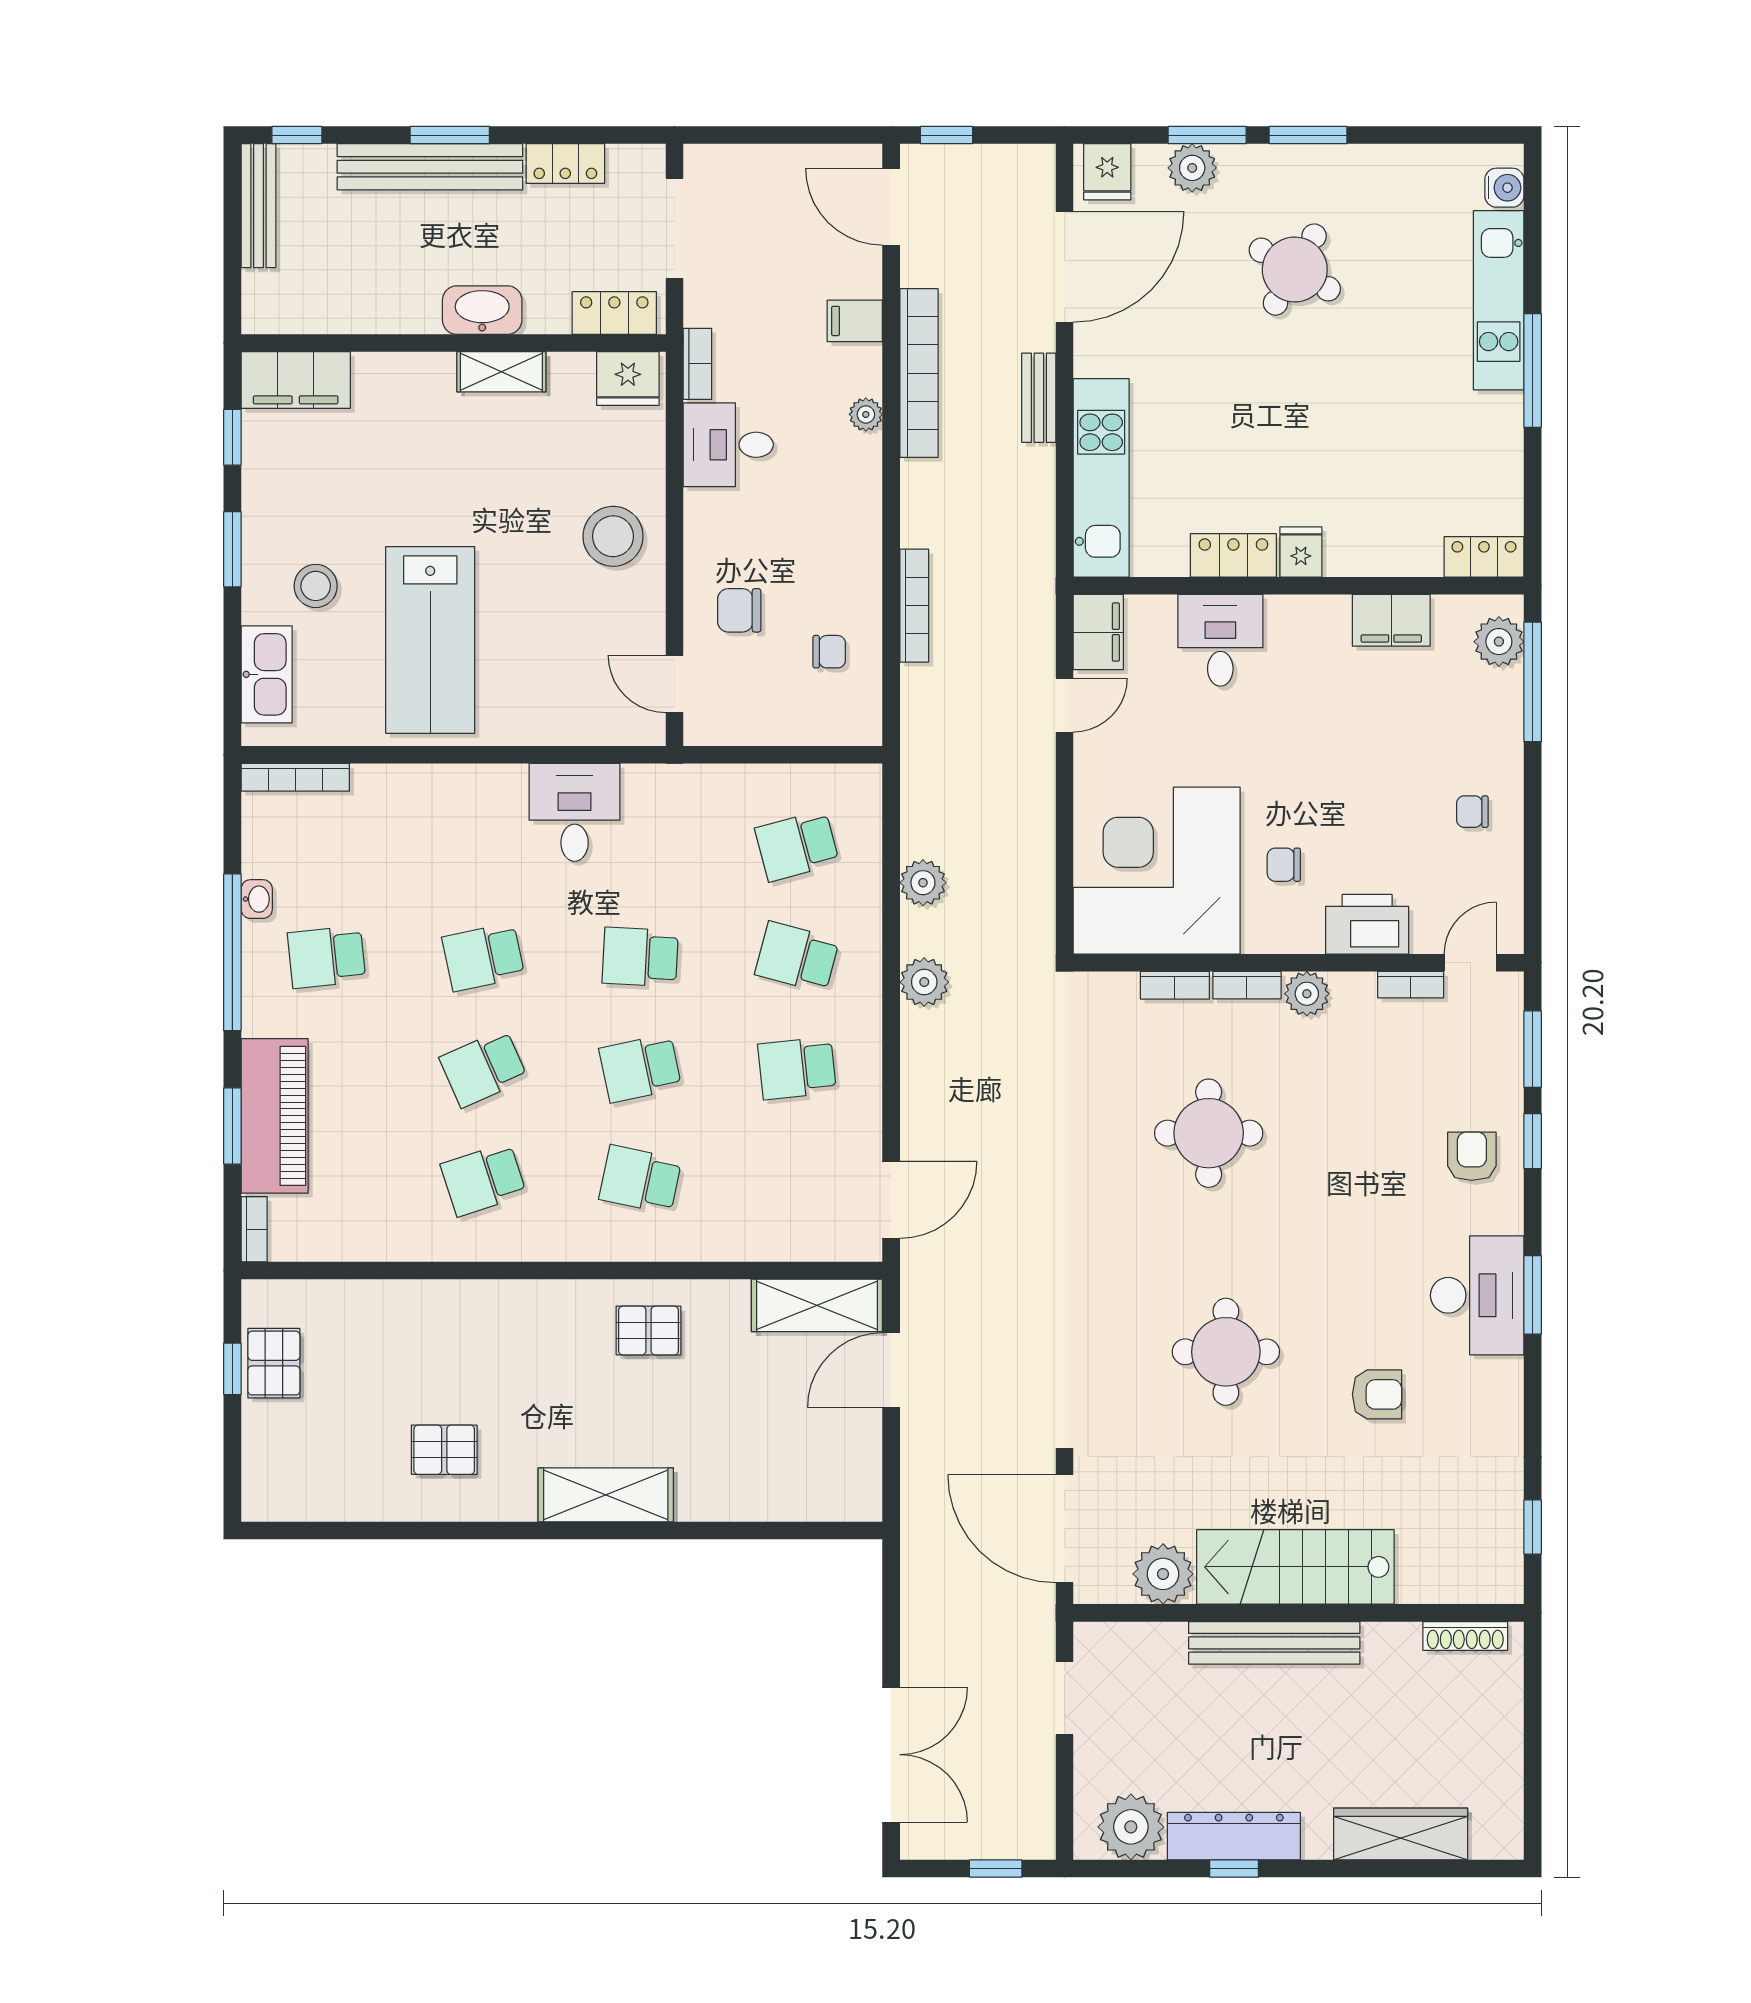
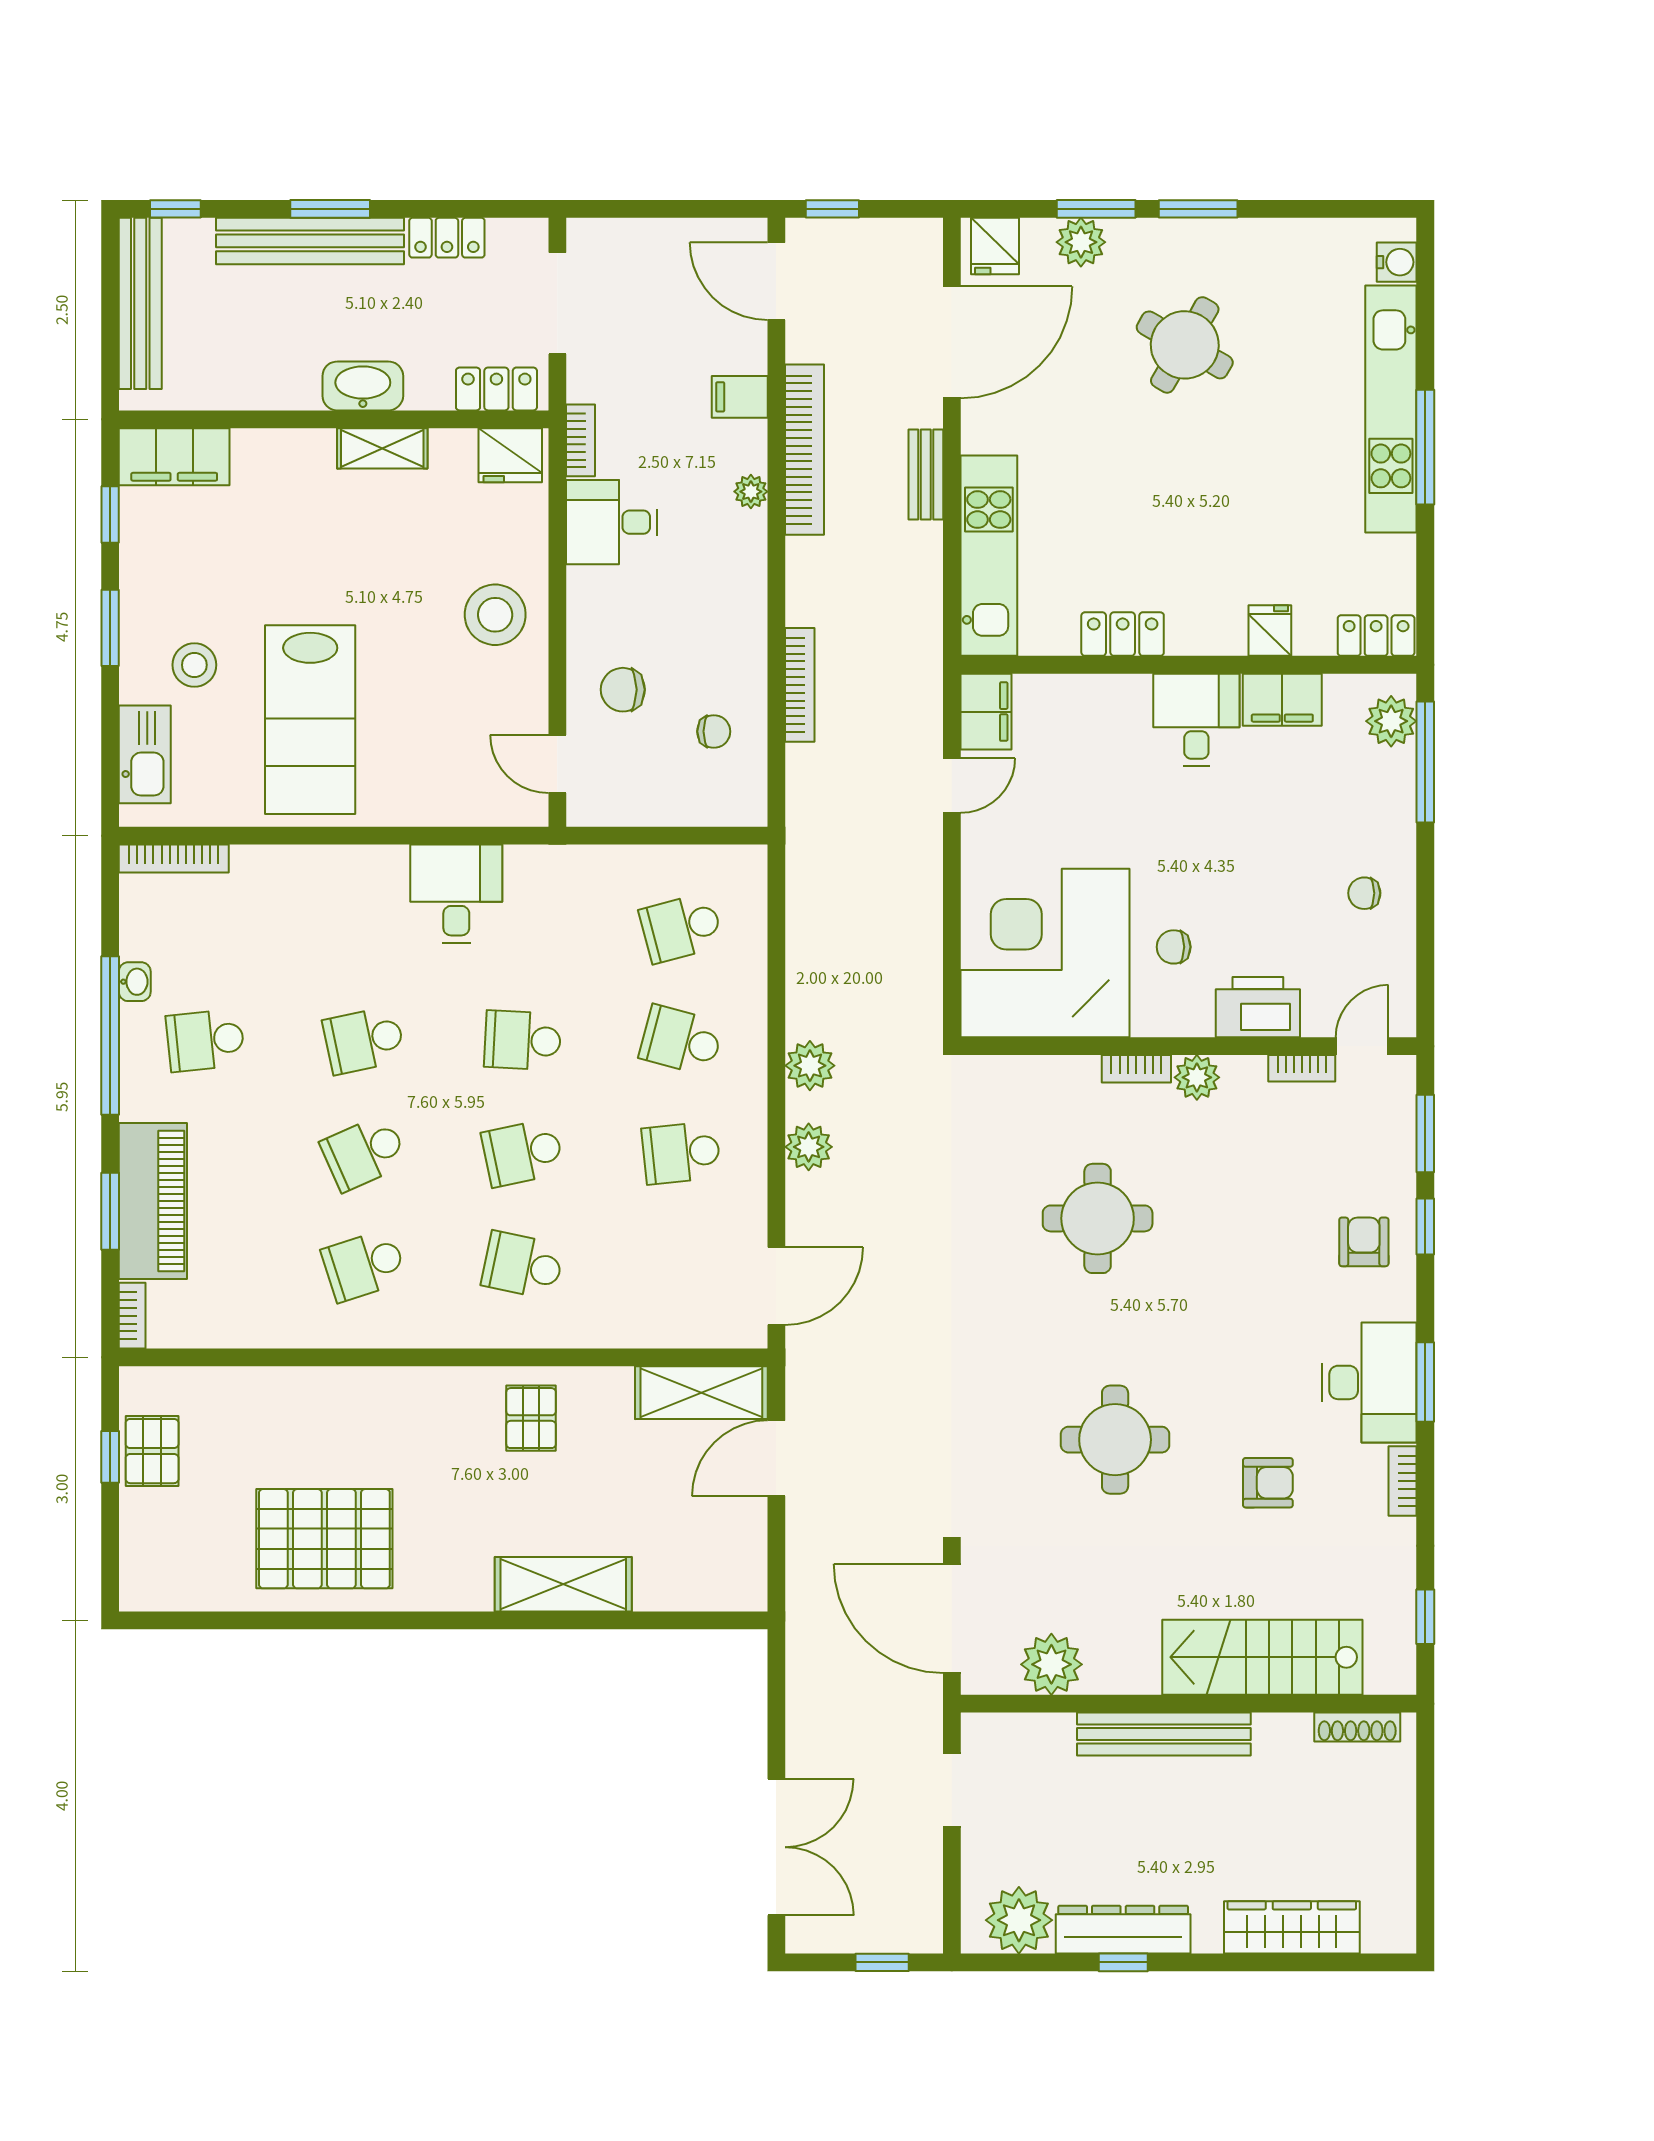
bench: (258, 206) -> (140, 303), width x1.37, depth x1.21
kitchen unit: (1499, 300) -> (1391, 409), width x1.36
fridge: (1301, 552) -> (1270, 631), moved
desk: (1220, 640) -> (1196, 720), moved
plant: (923, 883) -> (809, 1147), moved
bookcase: (1175, 985) -> (1403, 1481), moved, turned 90
pallet: (648, 1331) -> (531, 1418), turned 90
pallet: (444, 1450) -> (324, 1539), width x2.05, depth x2.00
shelving: (606, 1495) -> (563, 1584), moved
stairs: (1295, 1567) -> (1262, 1657), moved

